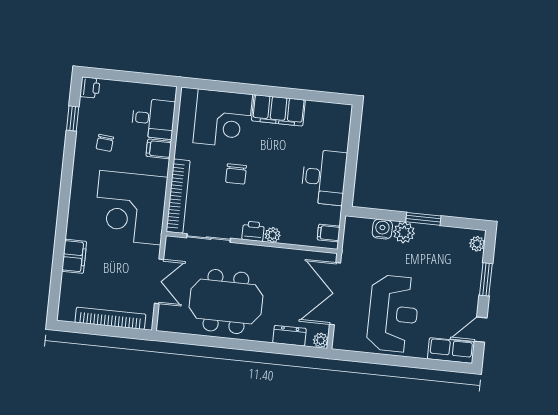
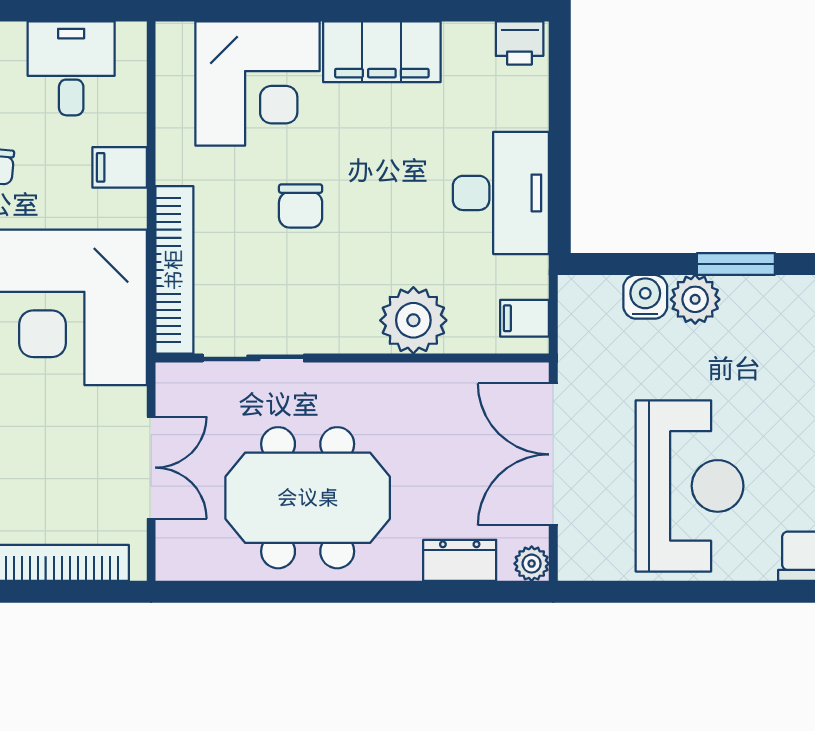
desk: (153, 119) -> (71, 68), moved, turned -90
printer: (253, 231) -> (520, 43), moved, turned 180
plant: (273, 235) -> (413, 320), width x1.88, depth x1.88

